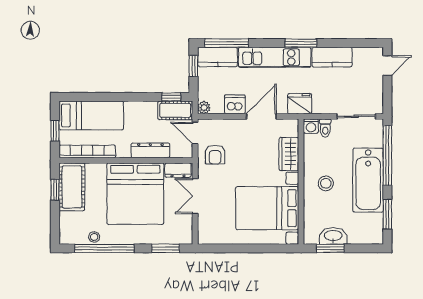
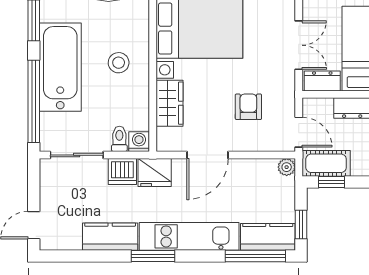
dishwasher: (235, 104) -> (122, 171), moved
armchair: (215, 155) -> (248, 107), moved

